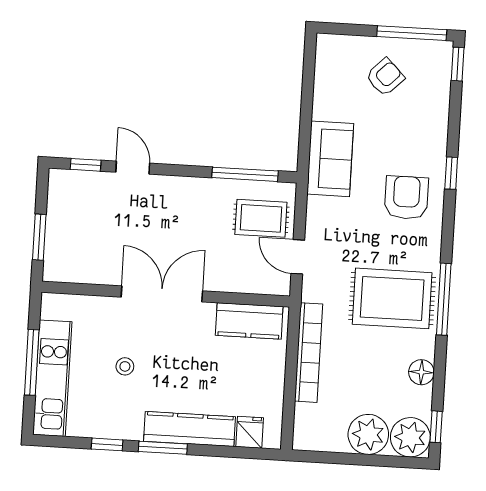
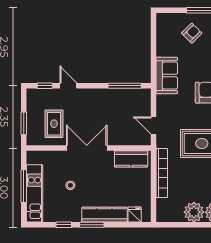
rug: (261, 218) -> (54, 124), moved, turned 90

